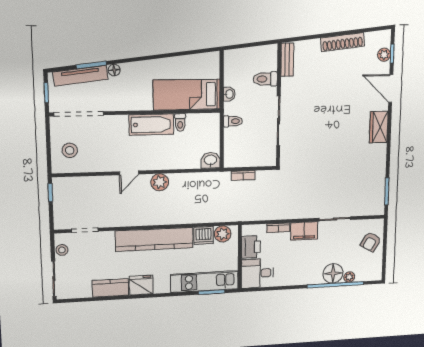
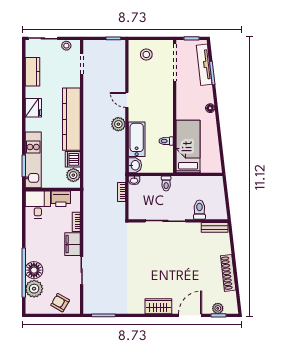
floor lamp: (114, 70) -> (210, 108), moved
washbasin: (229, 94) -> (134, 180), moved
bathtub: (151, 125) -> (137, 139), moved, turned 180
plant: (349, 277) -> (34, 289), width x1.88, depth x1.88
kitchen counter: (110, 288) -> (32, 72), moved

